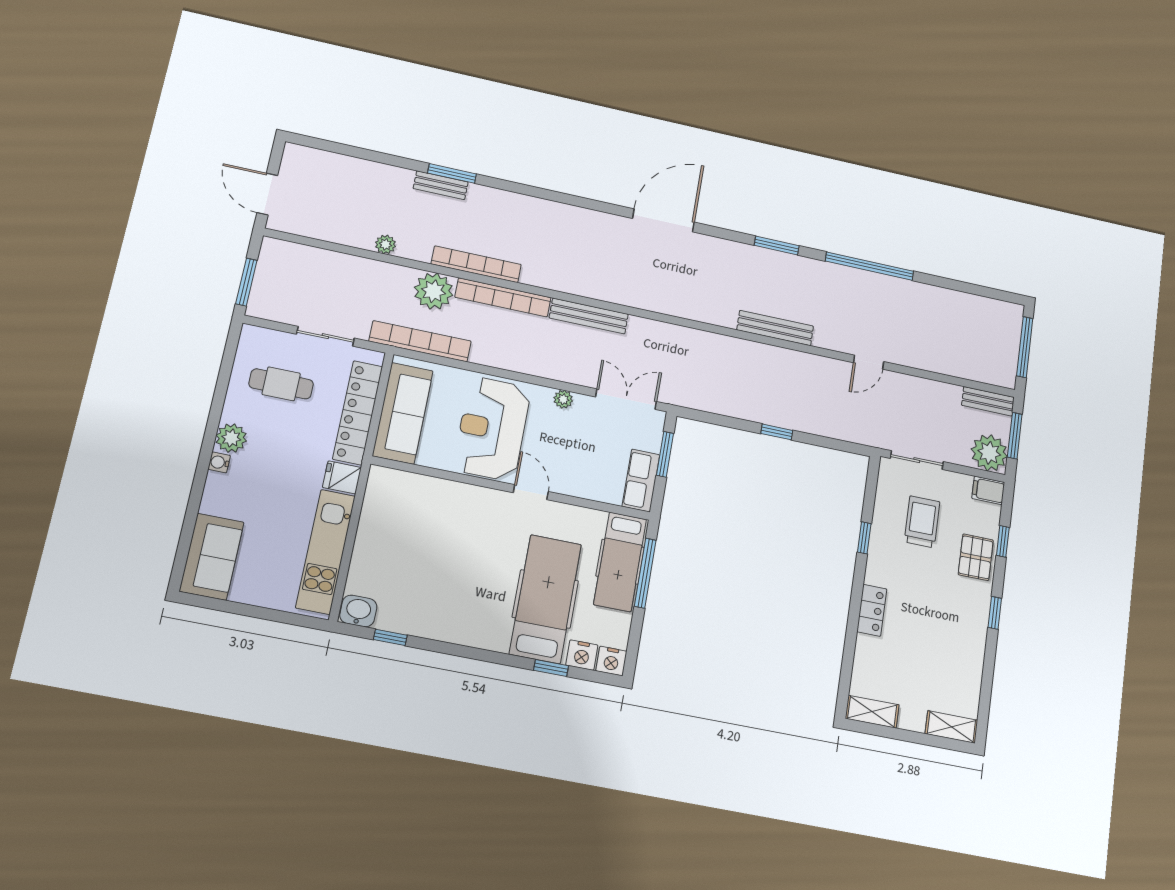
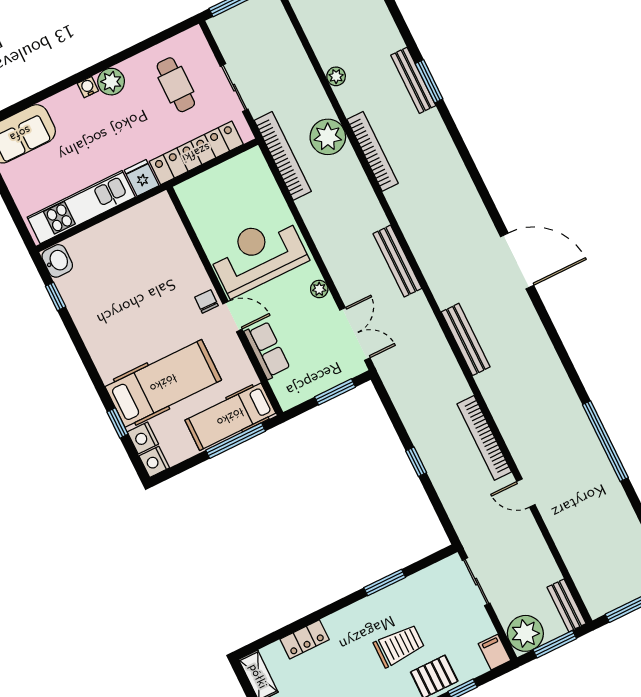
bench: (441, 185) -> (413, 80), width x1.36
window: (777, 245) -> (565, 359), removed
bookcase: (503, 297) -> (484, 438), moved
bench: (775, 328) -> (466, 339), moved
sofa: (403, 413) -> (220, 184), removed
row of seats: (641, 481) -> (267, 350), moved, turned 90
door: (531, 492) -> (232, 317), hinge flipped
chair: (500, 504) -> (207, 301), added
trolley: (922, 522) -> (399, 646), moved
window: (864, 538) -> (385, 582), width x1.50
locker: (872, 610) -> (305, 639), moved

